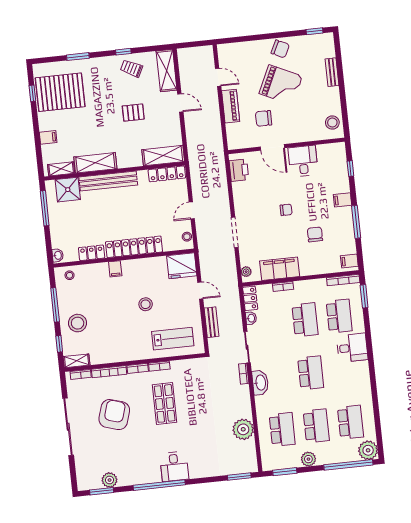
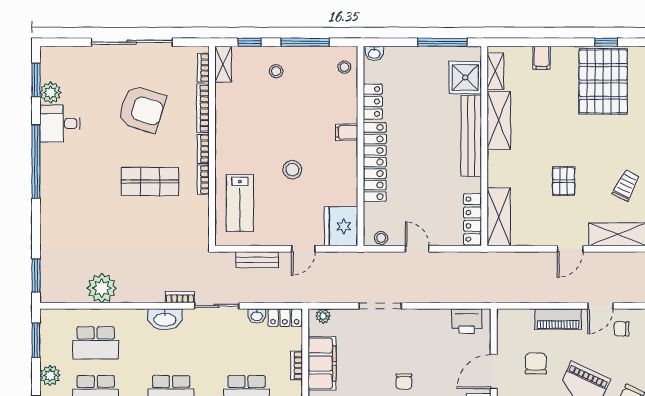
chair: (233, 61) -> (622, 329), added
stool: (78, 323) -> (276, 71), width x0.53, depth x0.53
desk: (174, 466) -> (60, 123), moved

